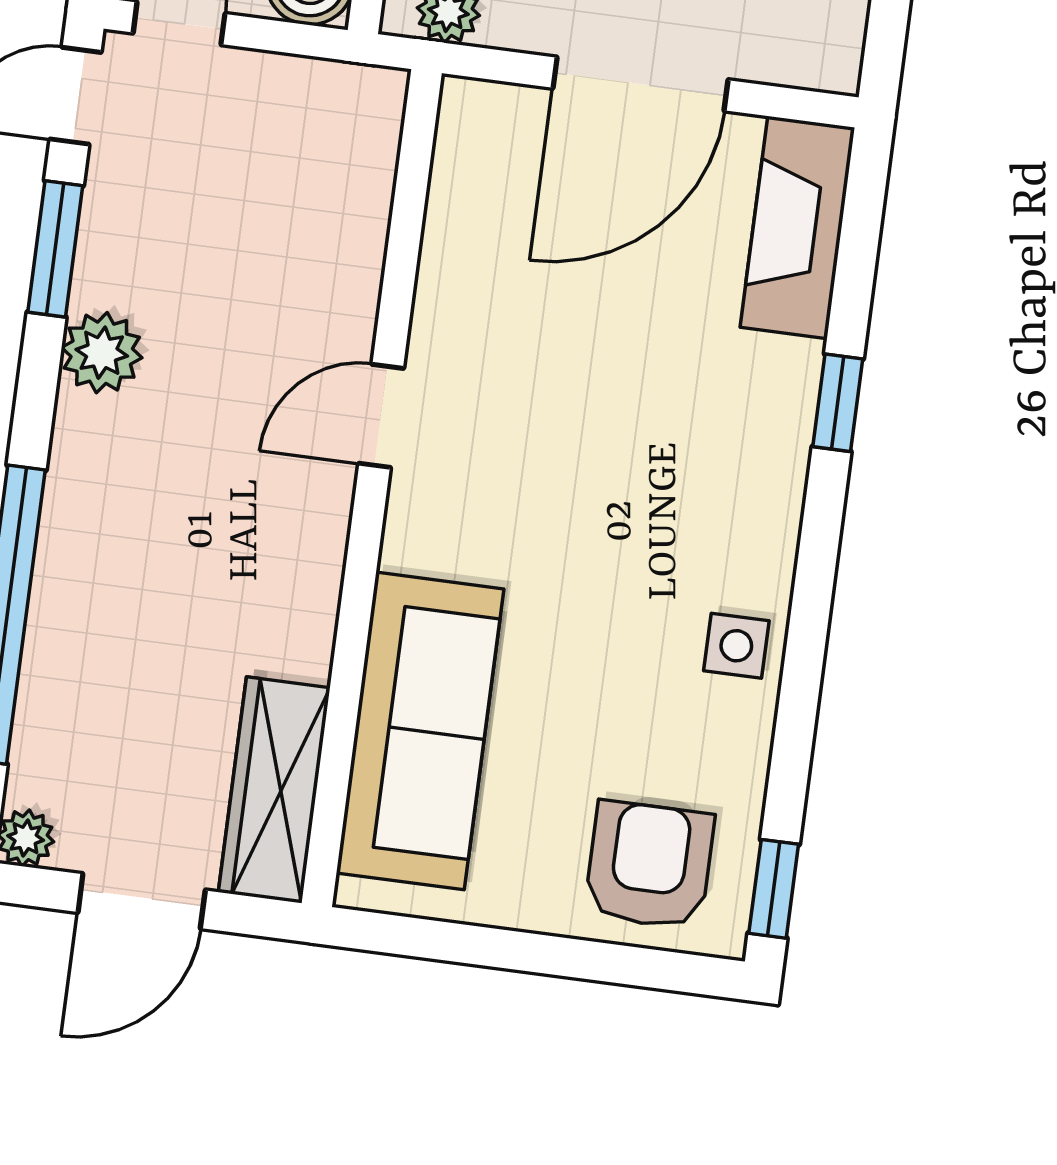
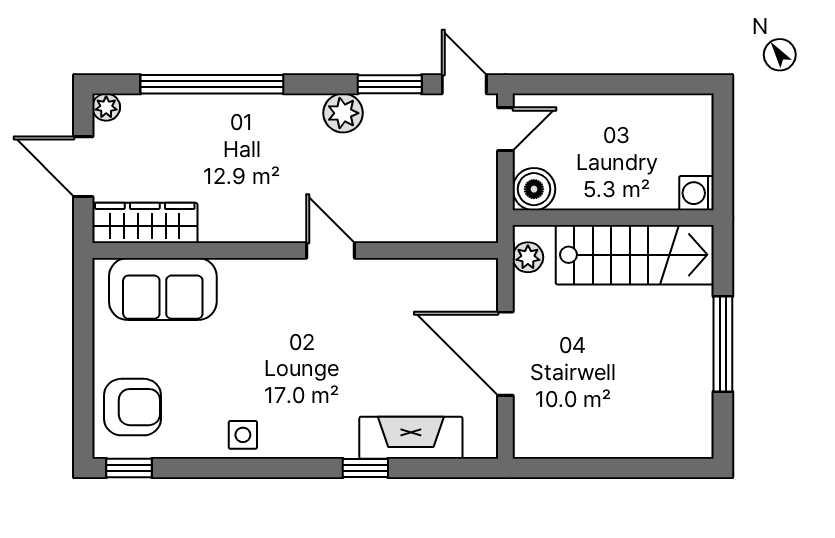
fireplace: (797, 227) -> (411, 438), moved
sofa: (420, 731) -> (163, 289), width x0.73

